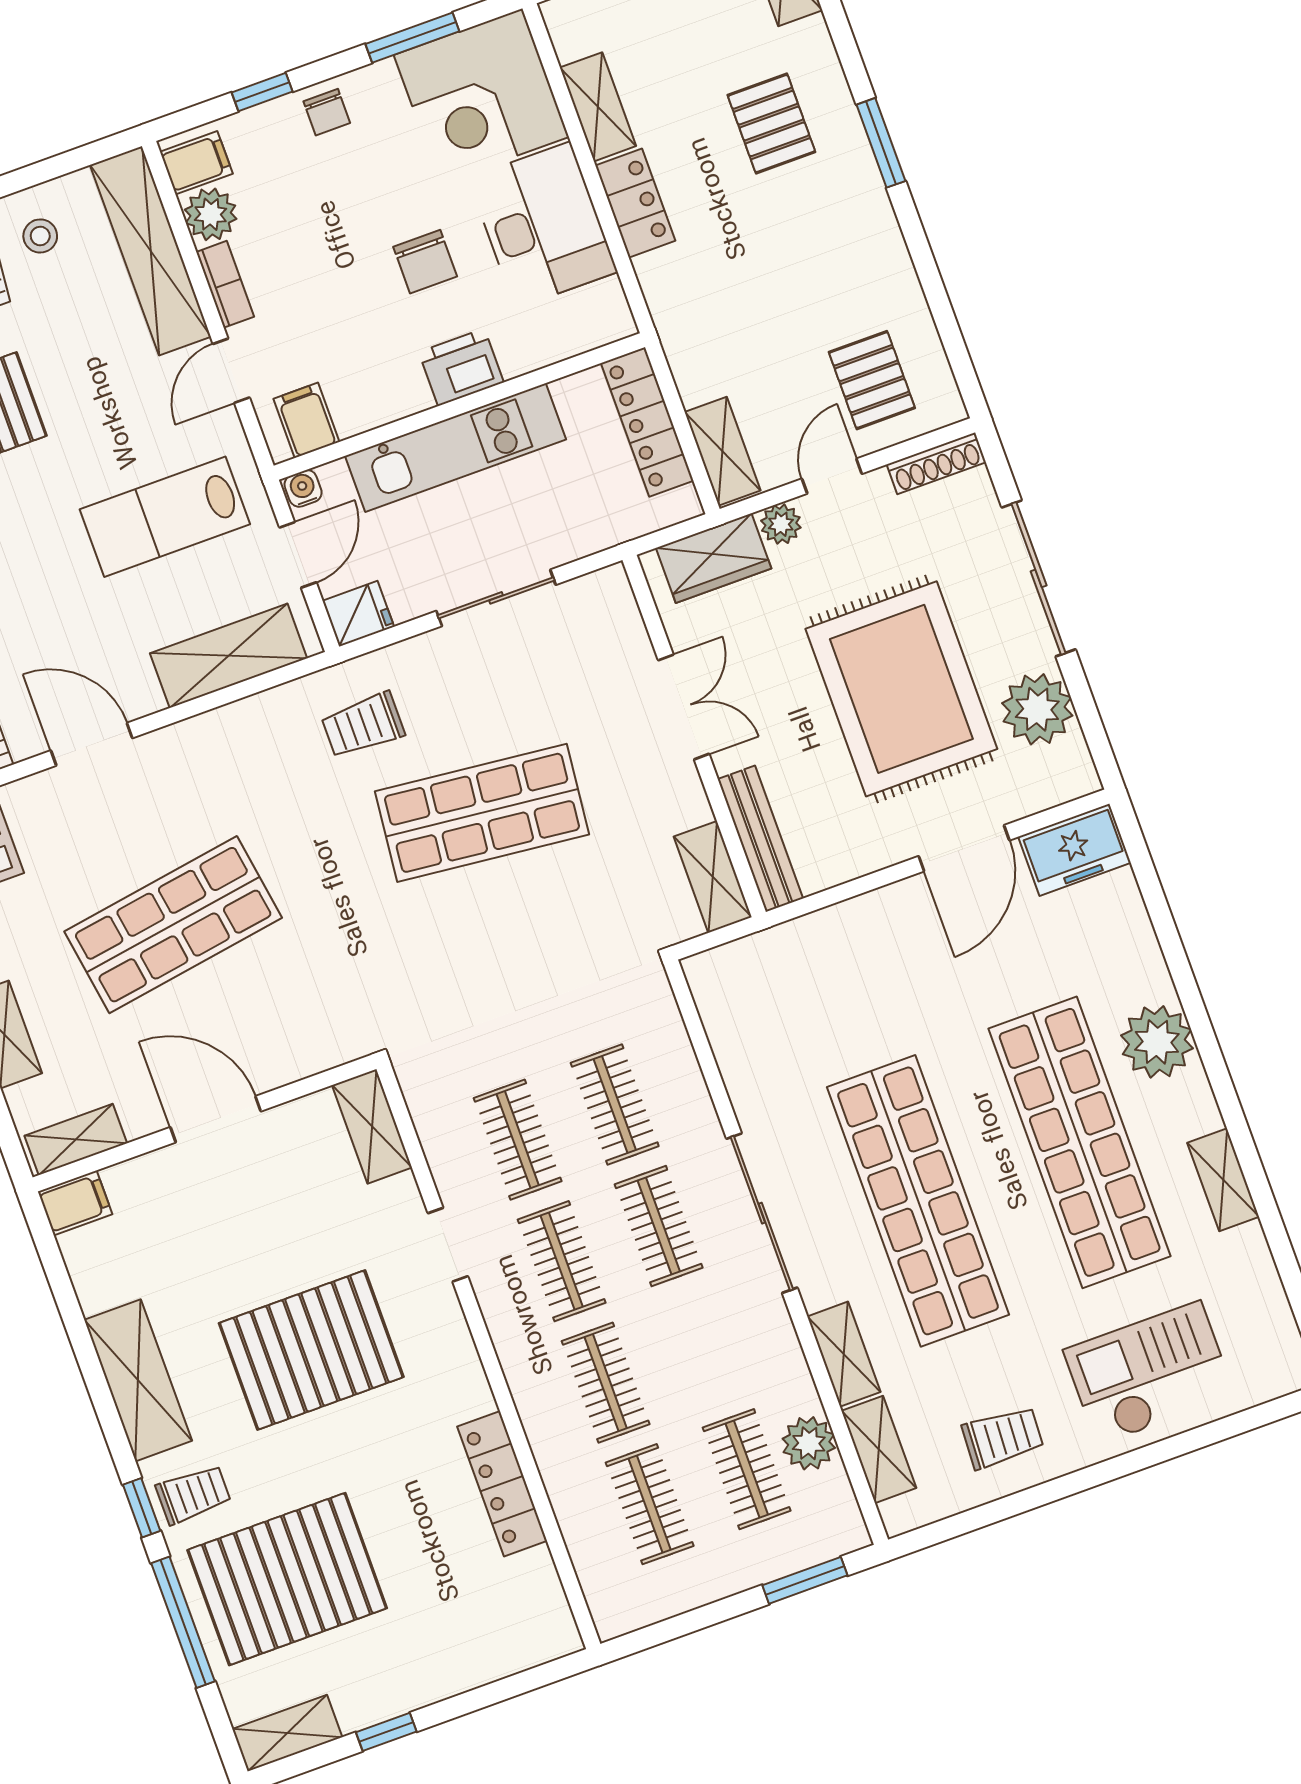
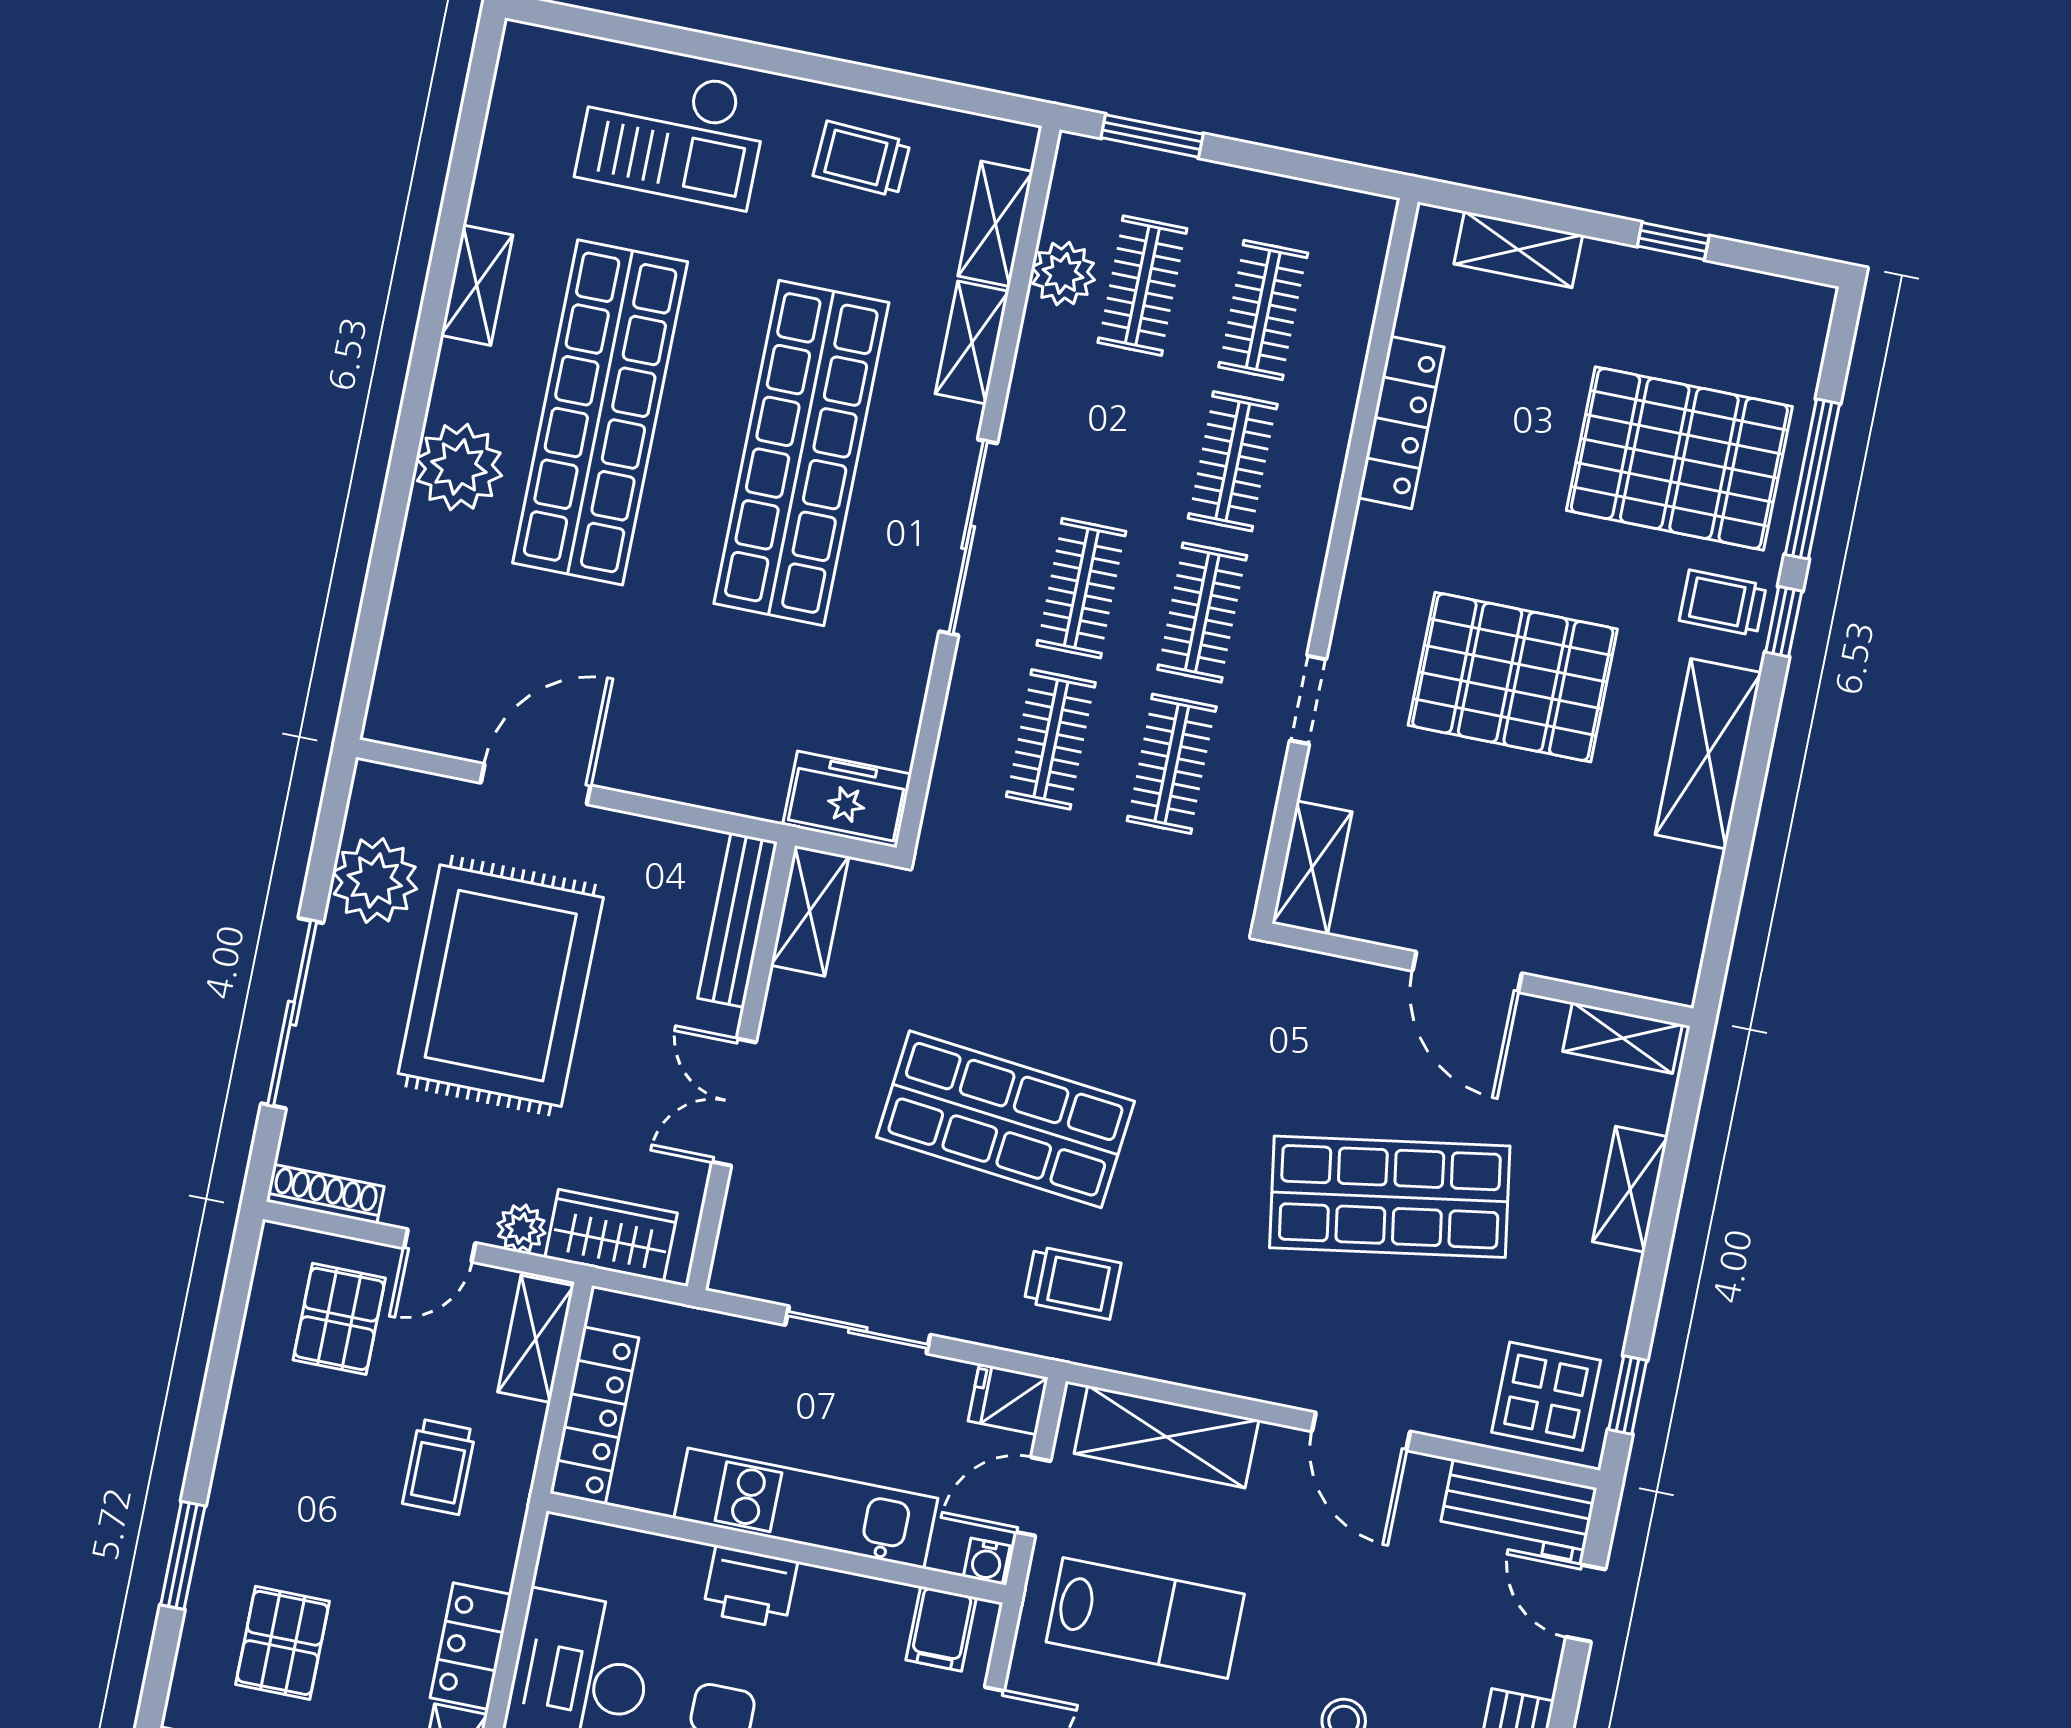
trolley: (736, 318) -> (439, 1467), added
freezer: (1075, 850) -> (847, 799), moved
filing cabinet: (75, 1203) -> (1663, 974), removed
shelving: (287, 1733) -> (1518, 249), moved

